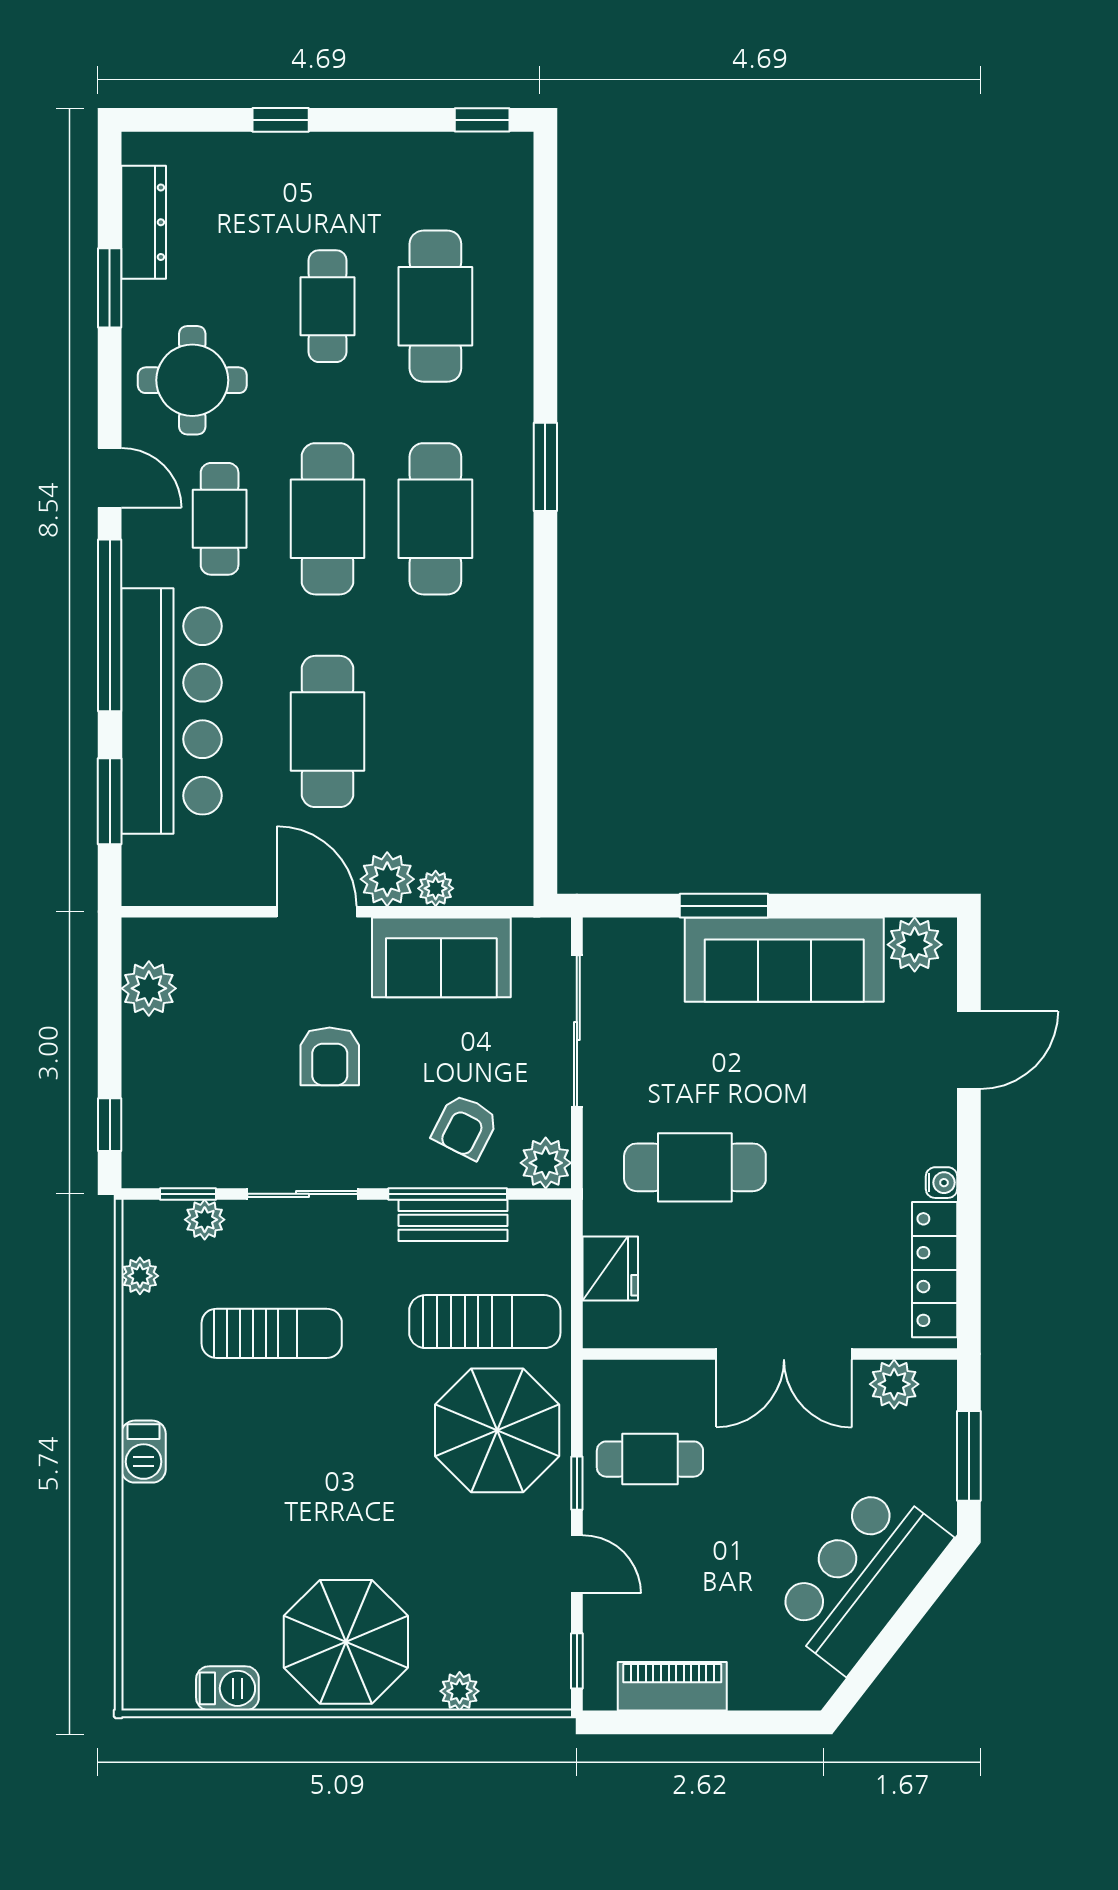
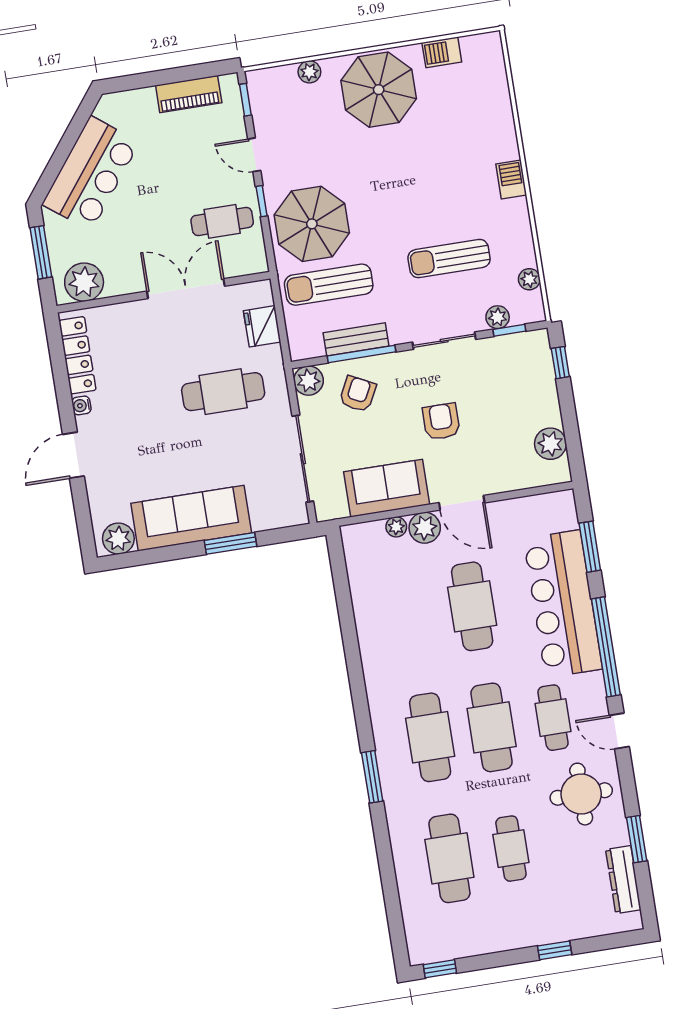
door: (969, 1050) -> (73, 455), moved
double door: (784, 1354) -> (186, 289), moved
plant: (894, 1384) -> (84, 282), width x1.36, depth x1.36

